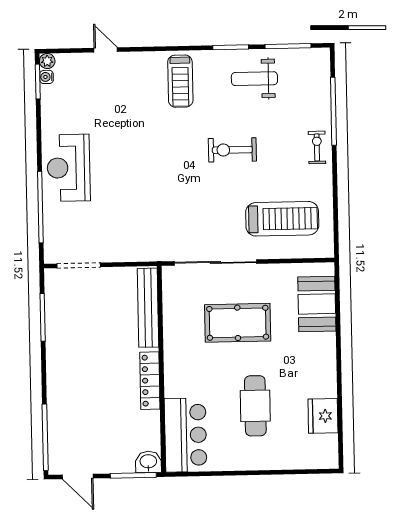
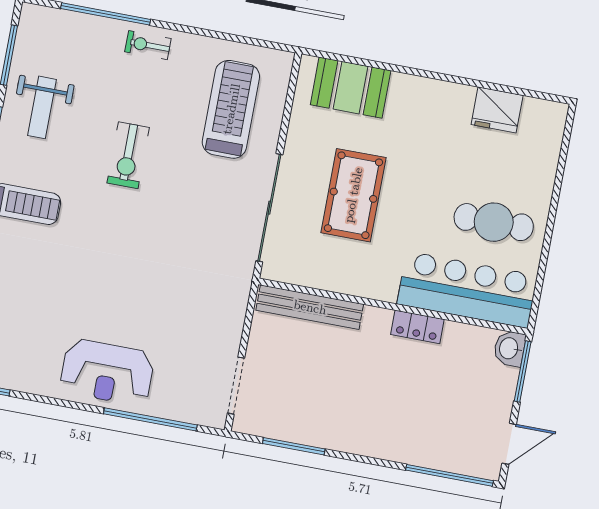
locker: (150, 381) -> (417, 327), width x0.66
cafe table: (255, 406) -> (494, 222), moved
bar counter: (186, 435) -> (467, 290), width x1.36

